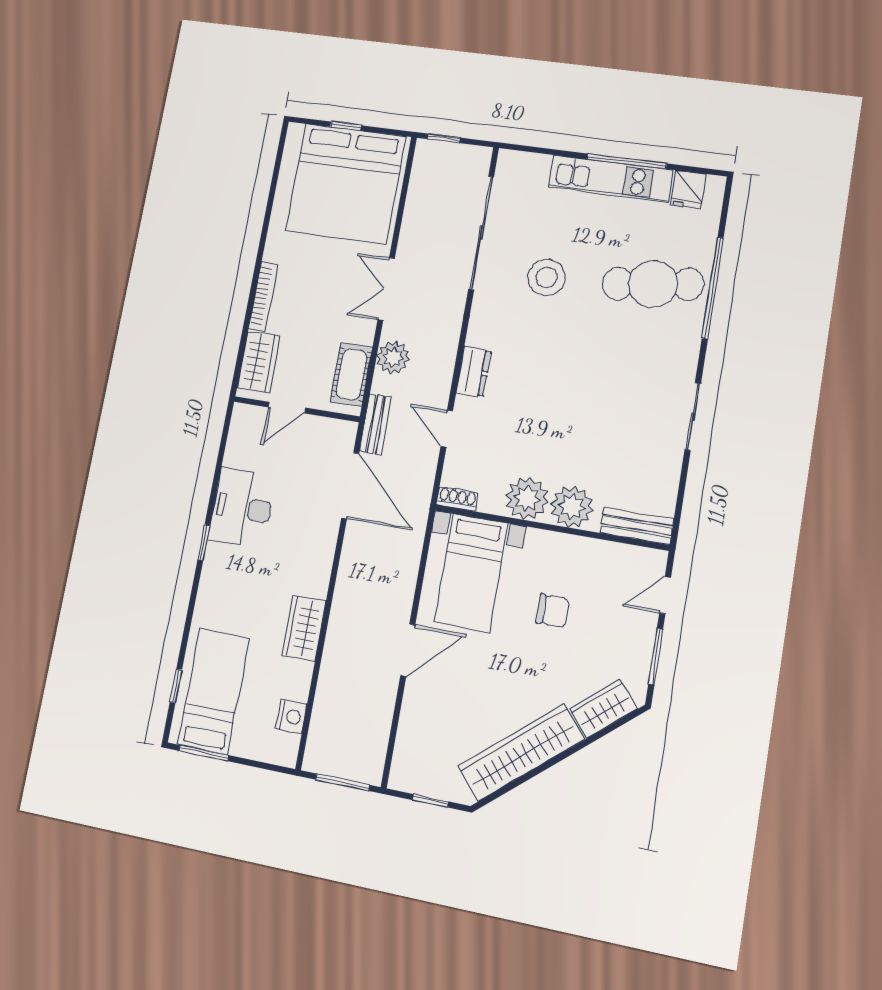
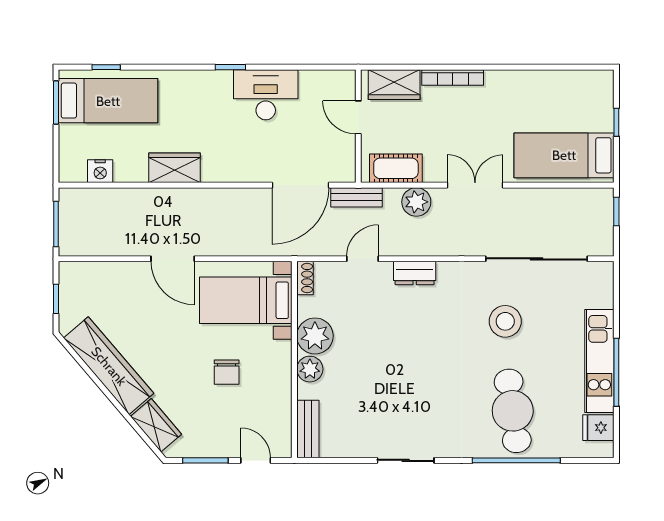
bed: (346, 184) -> (564, 155), width x0.49
plant: (572, 507) -> (310, 369), width x0.73, depth x0.73

